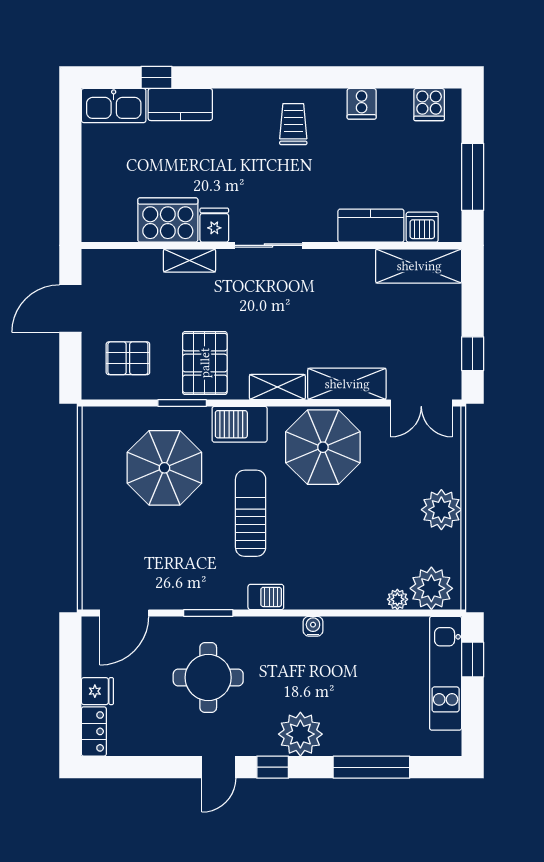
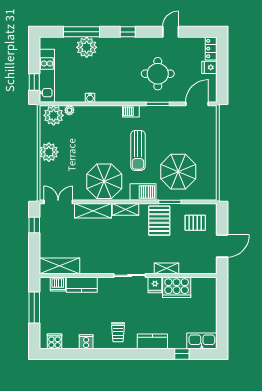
kitchen counter: (180, 104) -> (152, 341), moved
water cooler: (313, 626) -> (90, 98), moved
plant: (300, 734) -> (87, 47), moved
door: (219, 767) -> (171, 32), moved

